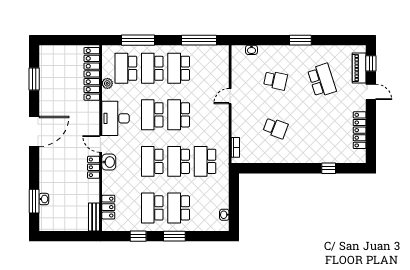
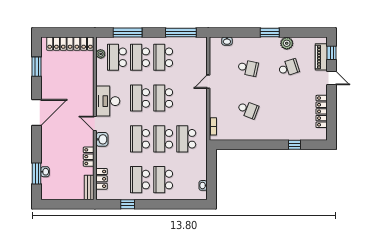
plant: (320, 52) -> (287, 43), added
locker: (92, 74) -> (70, 44), moved, turned -90
school desk: (322, 80) -> (289, 68), width x0.54
plant: (107, 83) -> (101, 54), moved
locker: (94, 167) -> (89, 157), moved
window: (174, 236) -> (159, 204), removed

